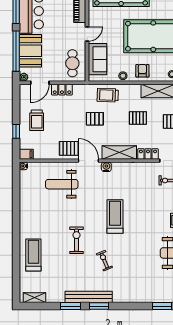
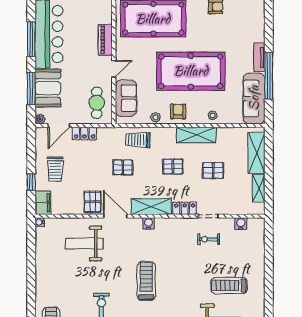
window: (16, 51) -> (31, 89), width x0.68
pallet: (69, 148) -> (92, 202), turned 90
filing cabinet: (26, 154) -> (43, 203), width x2.00
water cooler: (106, 167) -> (148, 223), moved

